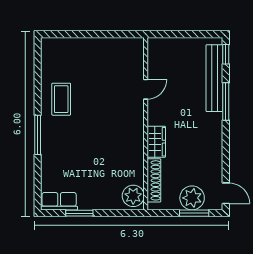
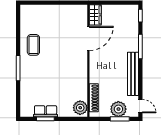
bench: (214, 78) -> (133, 74), moved
door: (146, 89) -> (88, 38), width x1.88
wardrobe: (156, 142) -> (95, 15), moved
row of seats: (59, 201) -> (46, 111), moved

